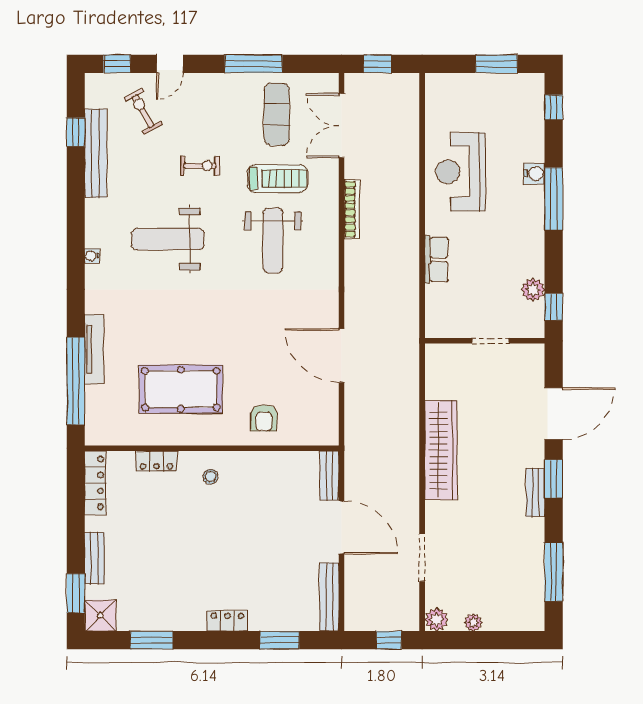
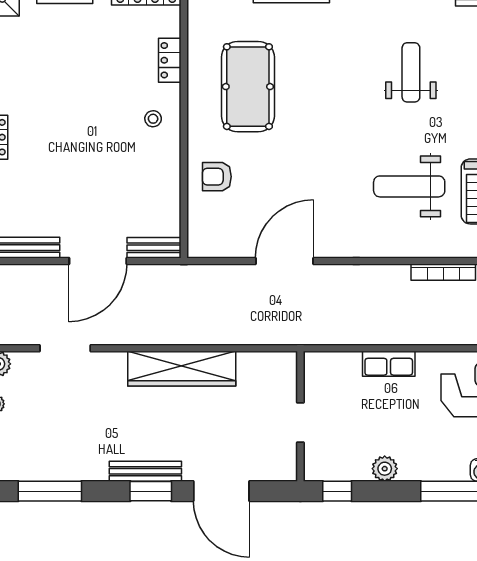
weight bench: (168, 239) -> (411, 72), width x0.73, depth x0.75
plant: (533, 290) -> (385, 469), moved
bench: (535, 493) -> (145, 471), width x1.36

